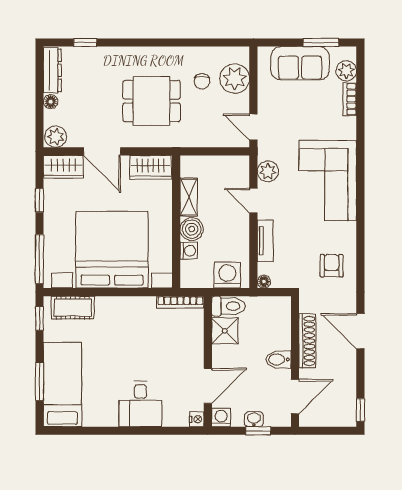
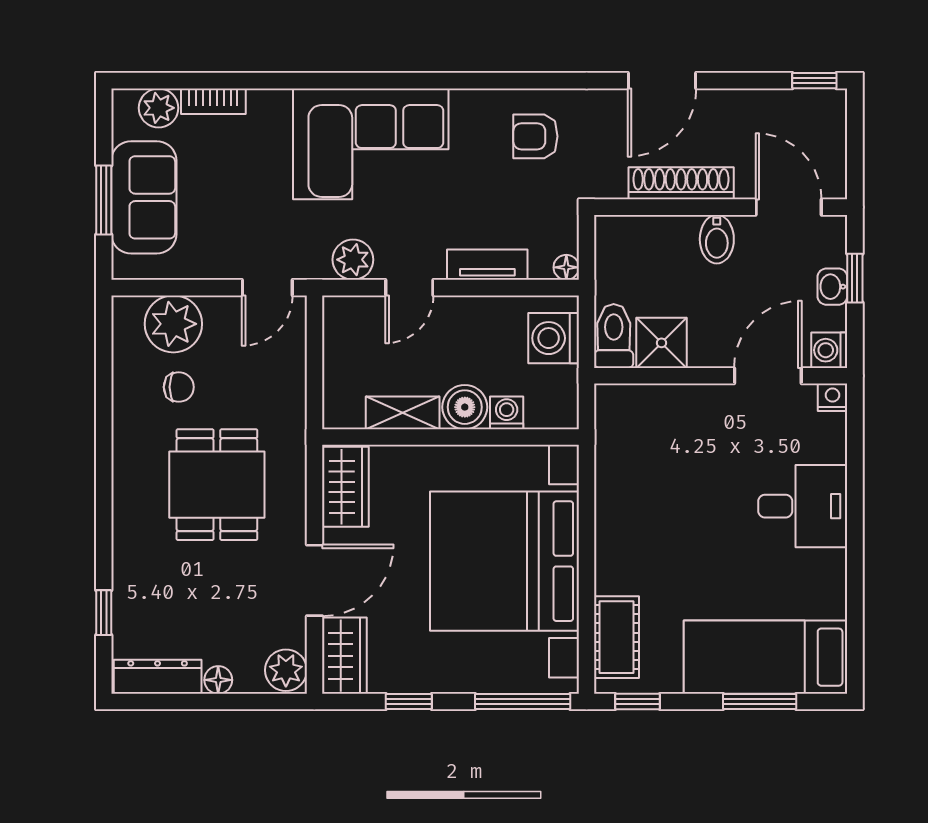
window: (321, 43) -> (104, 200), moved
bookcase: (180, 302) -> (606, 429), removed
door: (208, 386) -> (768, 376), hinge flipped

